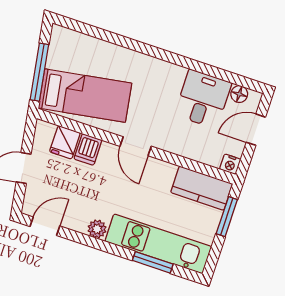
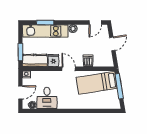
fridge: (65, 142) -> (53, 60), moved

